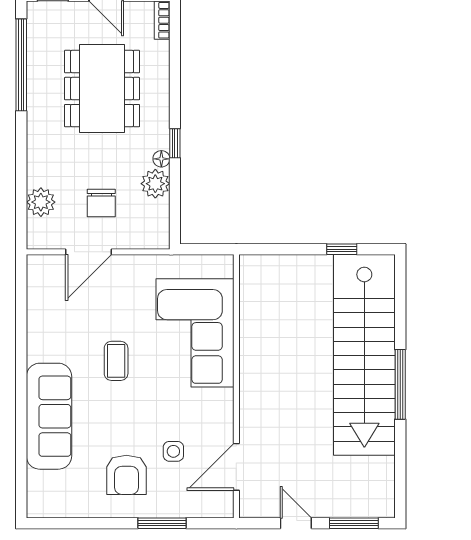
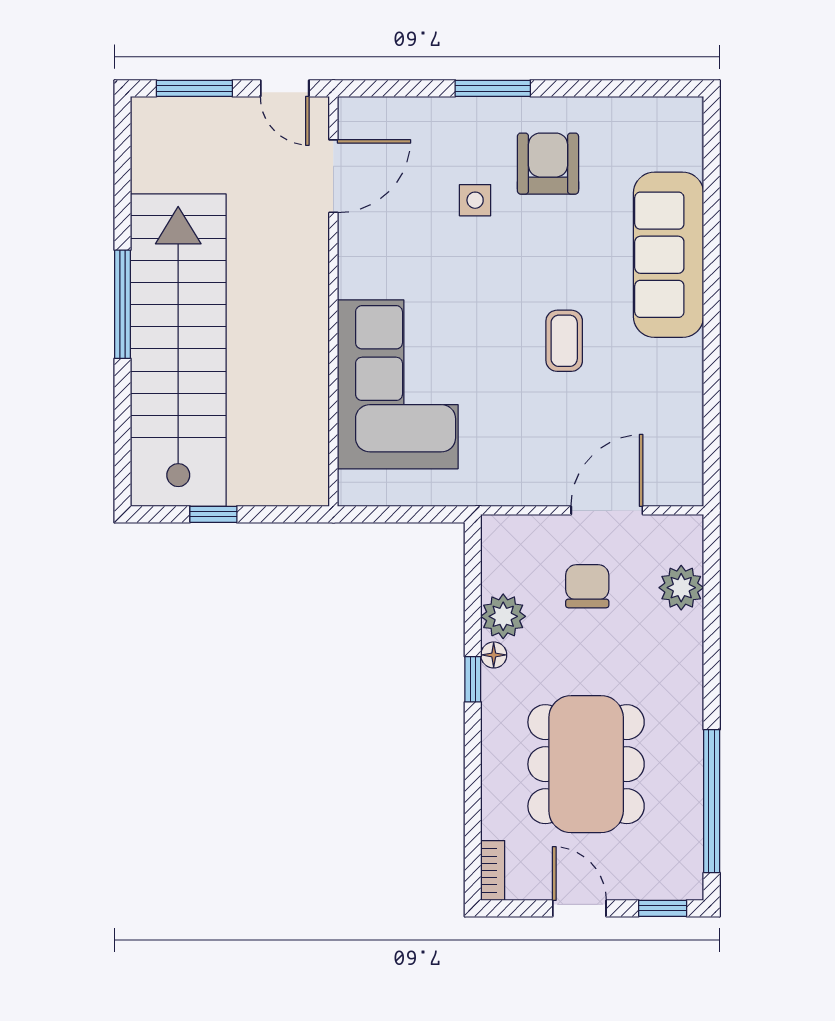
corner sofa: (195, 333) -> (398, 384), moved
wall: (236, 386) -> (333, 301), moved
door: (236, 467) -> (333, 176), moved

